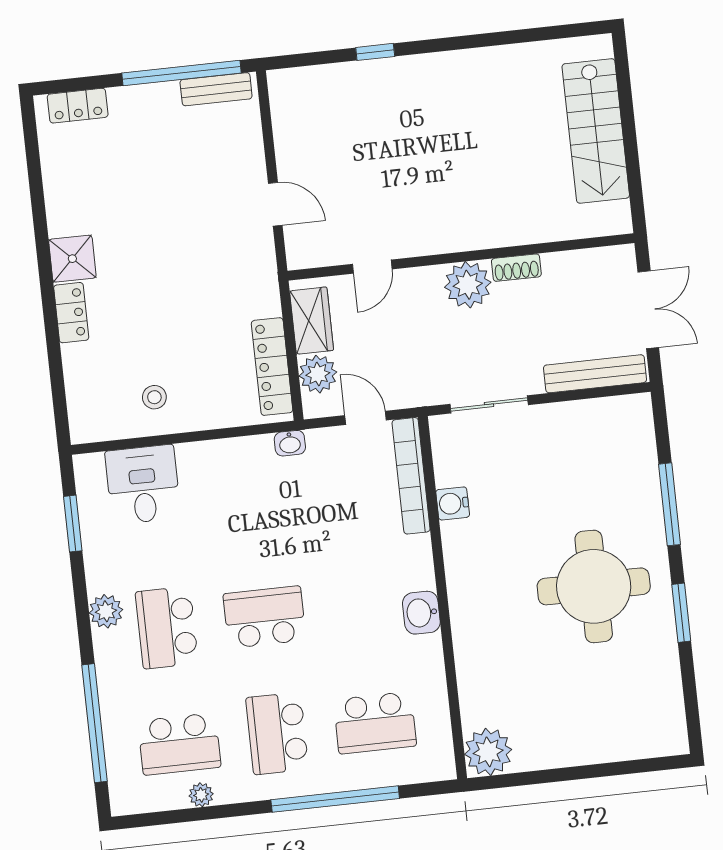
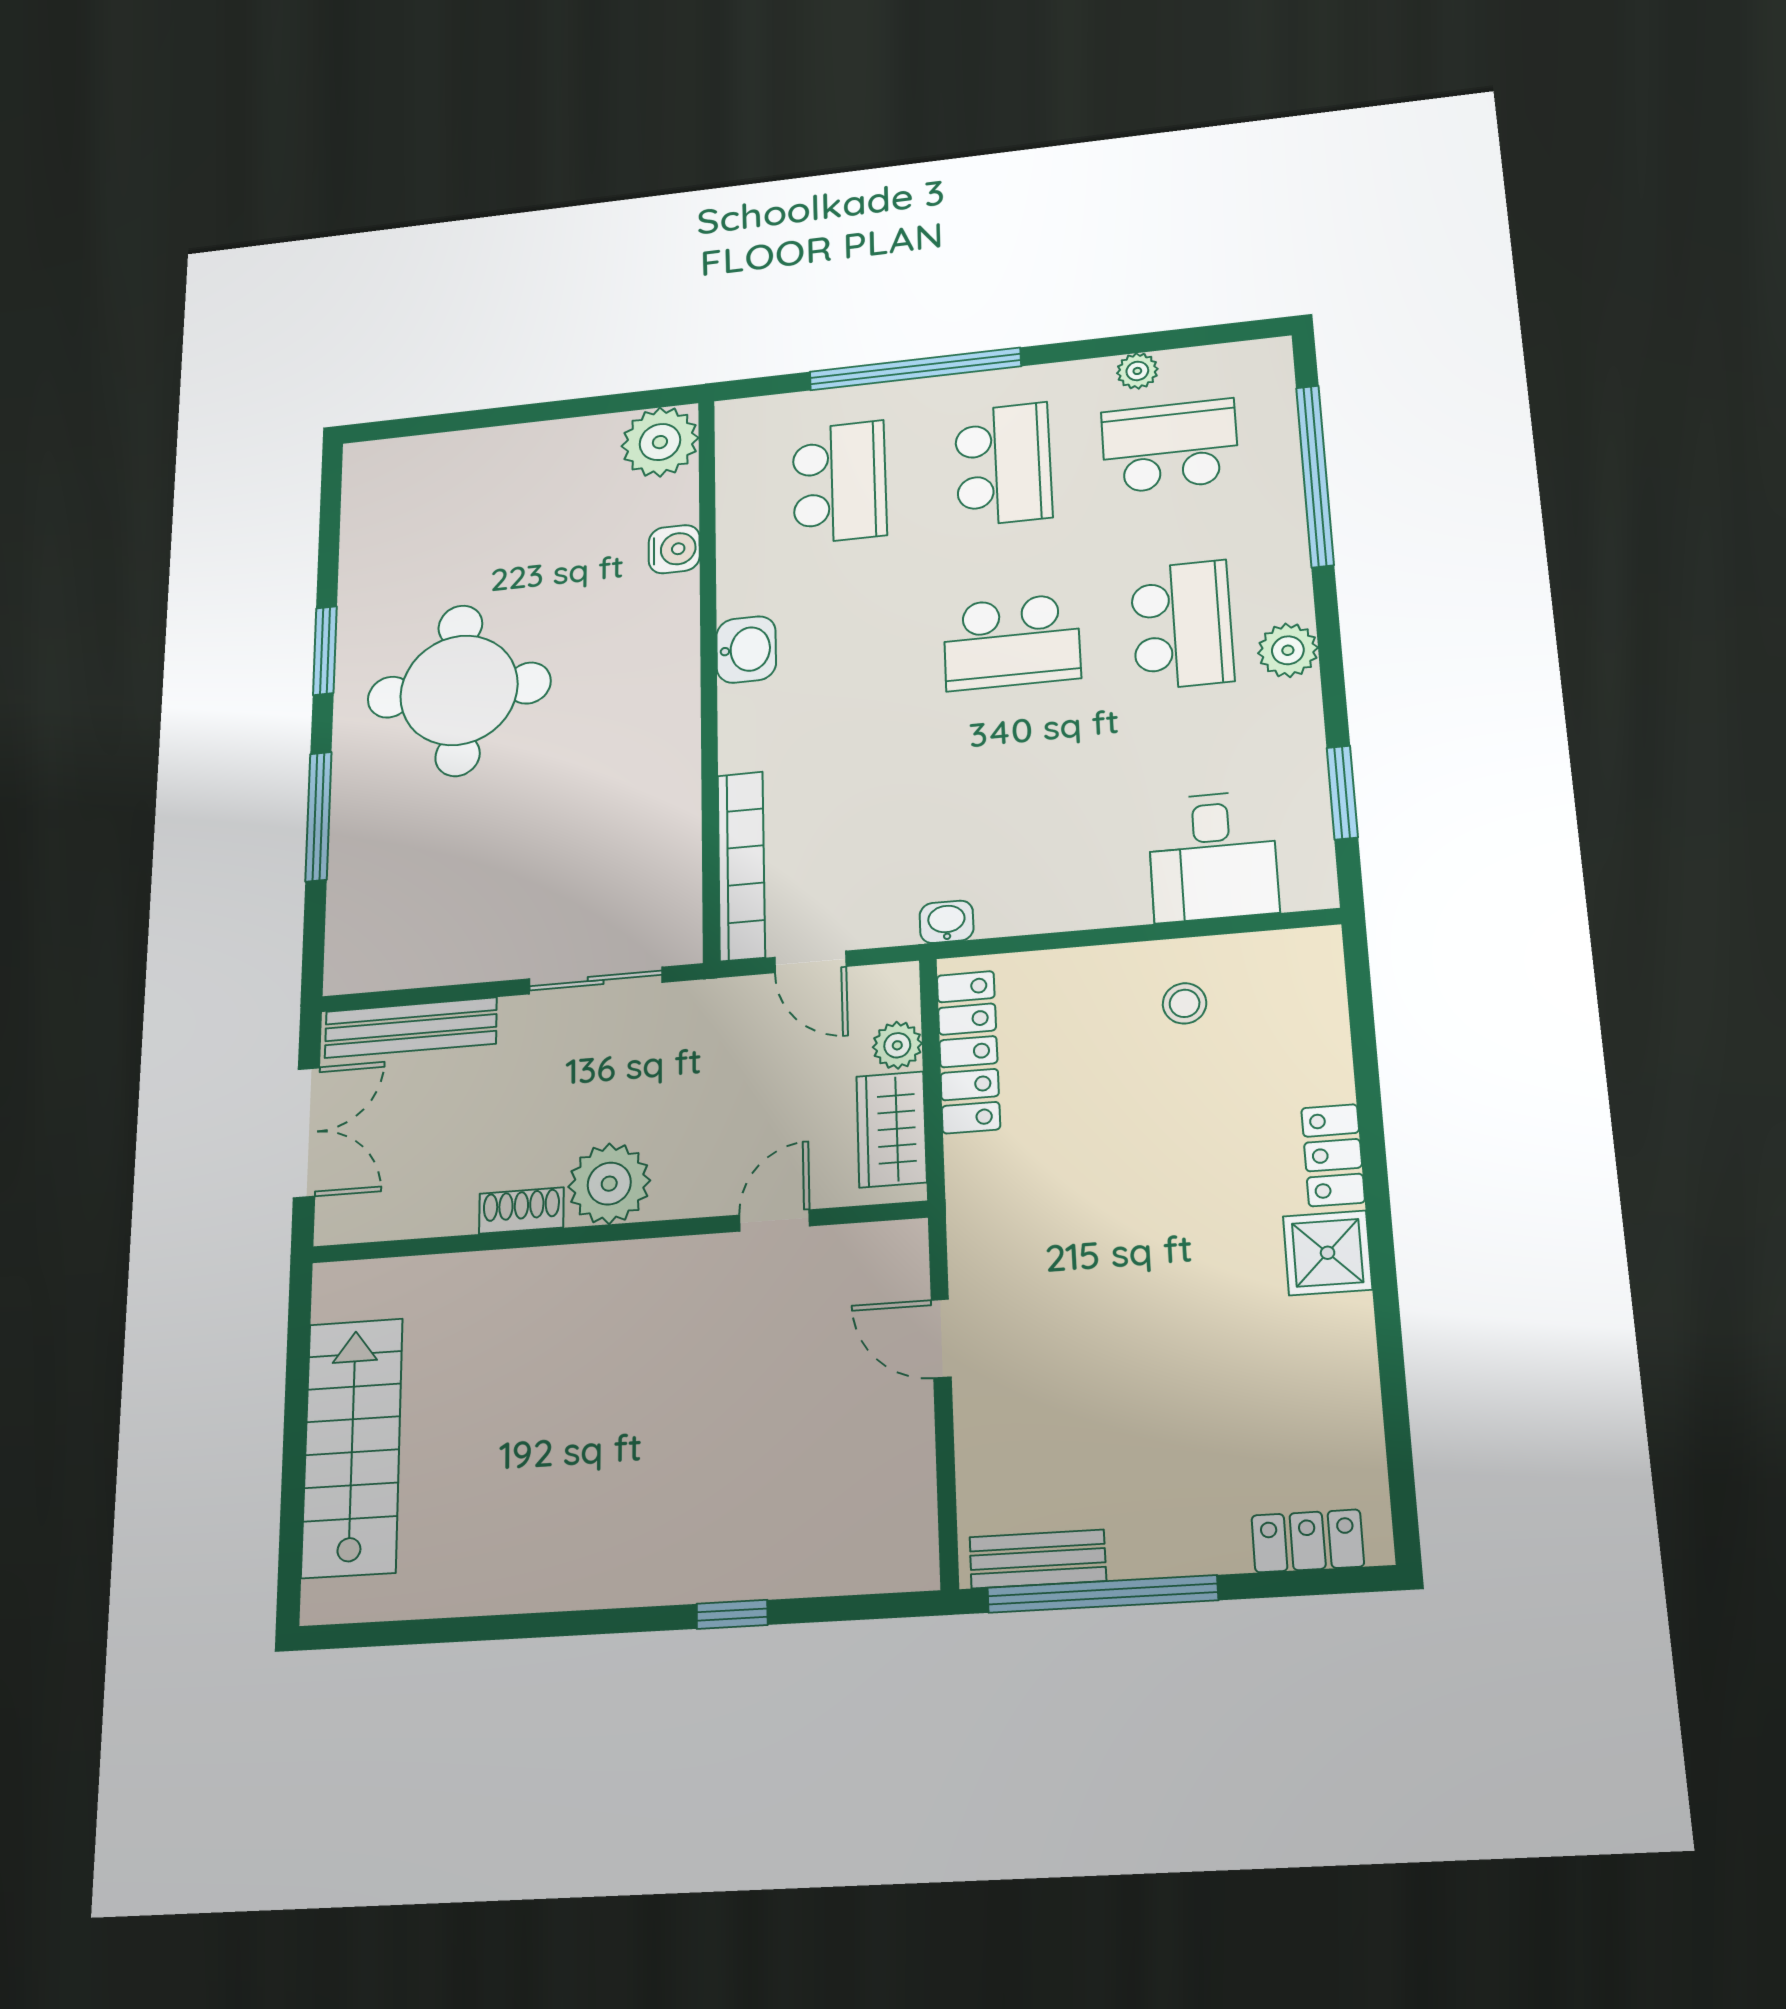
double door: (648, 310) -> (306, 1132), swing flipped
plant: (318, 374) -> (897, 1045), width x0.73, depth x0.73
water cooler: (453, 503) -> (674, 549), moved
school desk: (375, 723) -> (839, 482), turned 90

